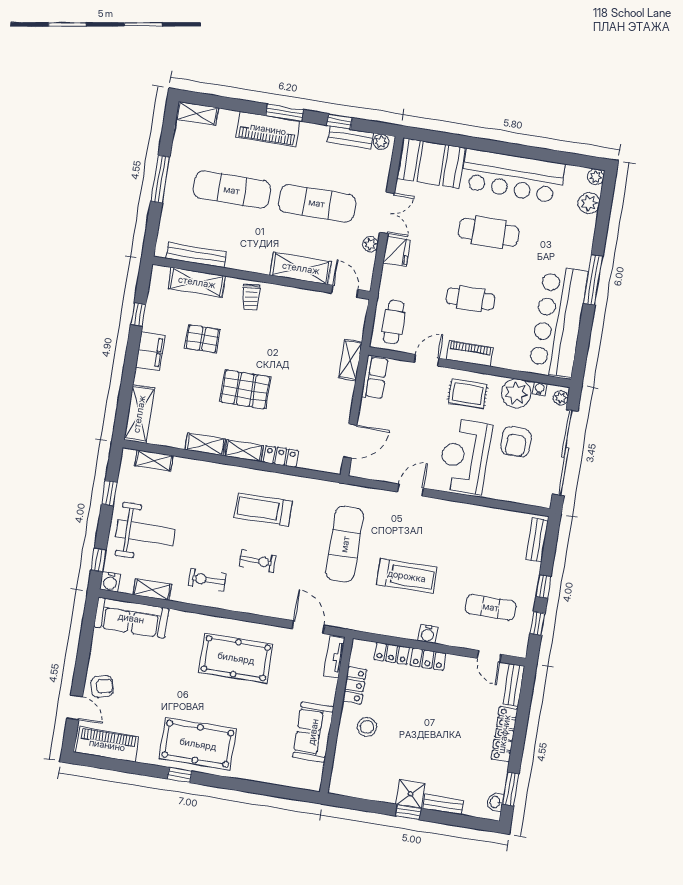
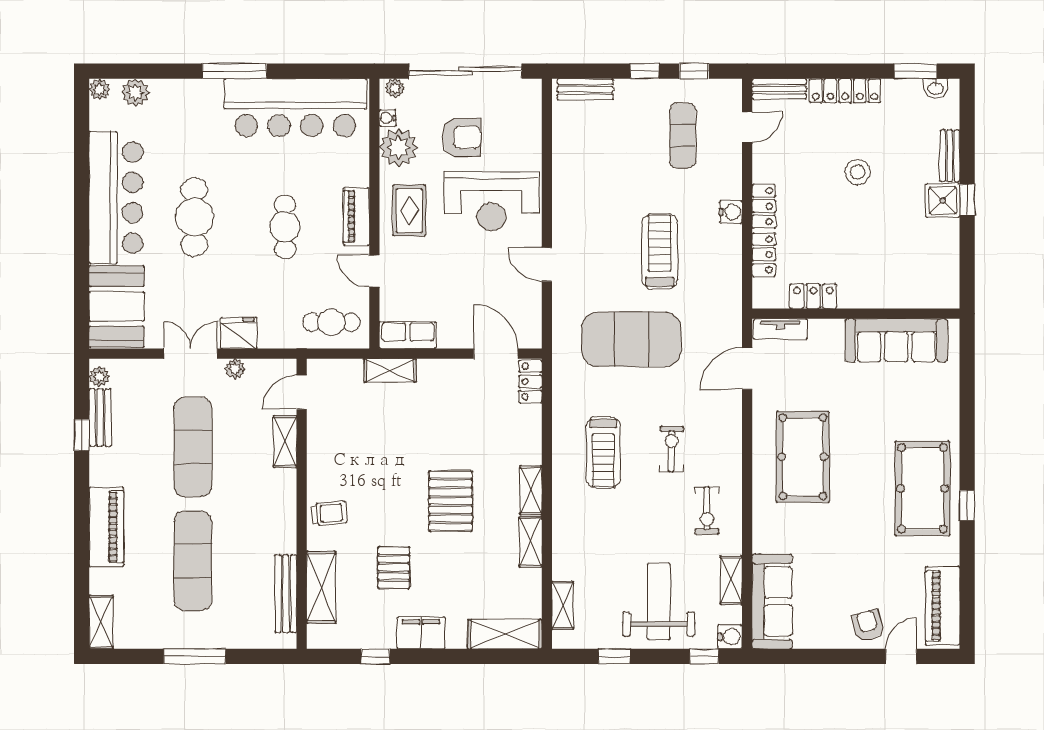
window: (285, 113) -> (82, 508), removed
shelving: (301, 268) -> (285, 442), width x0.67, depth x0.75
locker: (281, 456) -> (530, 382), moved
exercise mat: (345, 544) -> (631, 339), width x1.47
stool: (367, 727) -> (857, 172), moved
sofa: (313, 732) -> (896, 340), width x1.36

